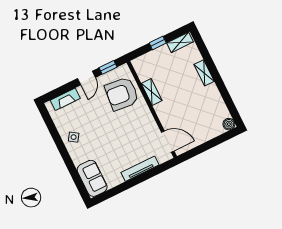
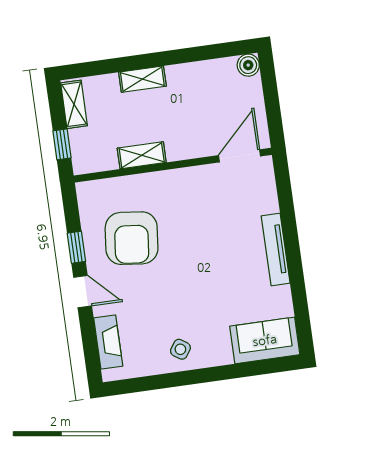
shelving: (152, 92) -> (142, 155), moved
wall: (152, 109) -> (173, 165), moved
door: (168, 142) -> (240, 156), moved

